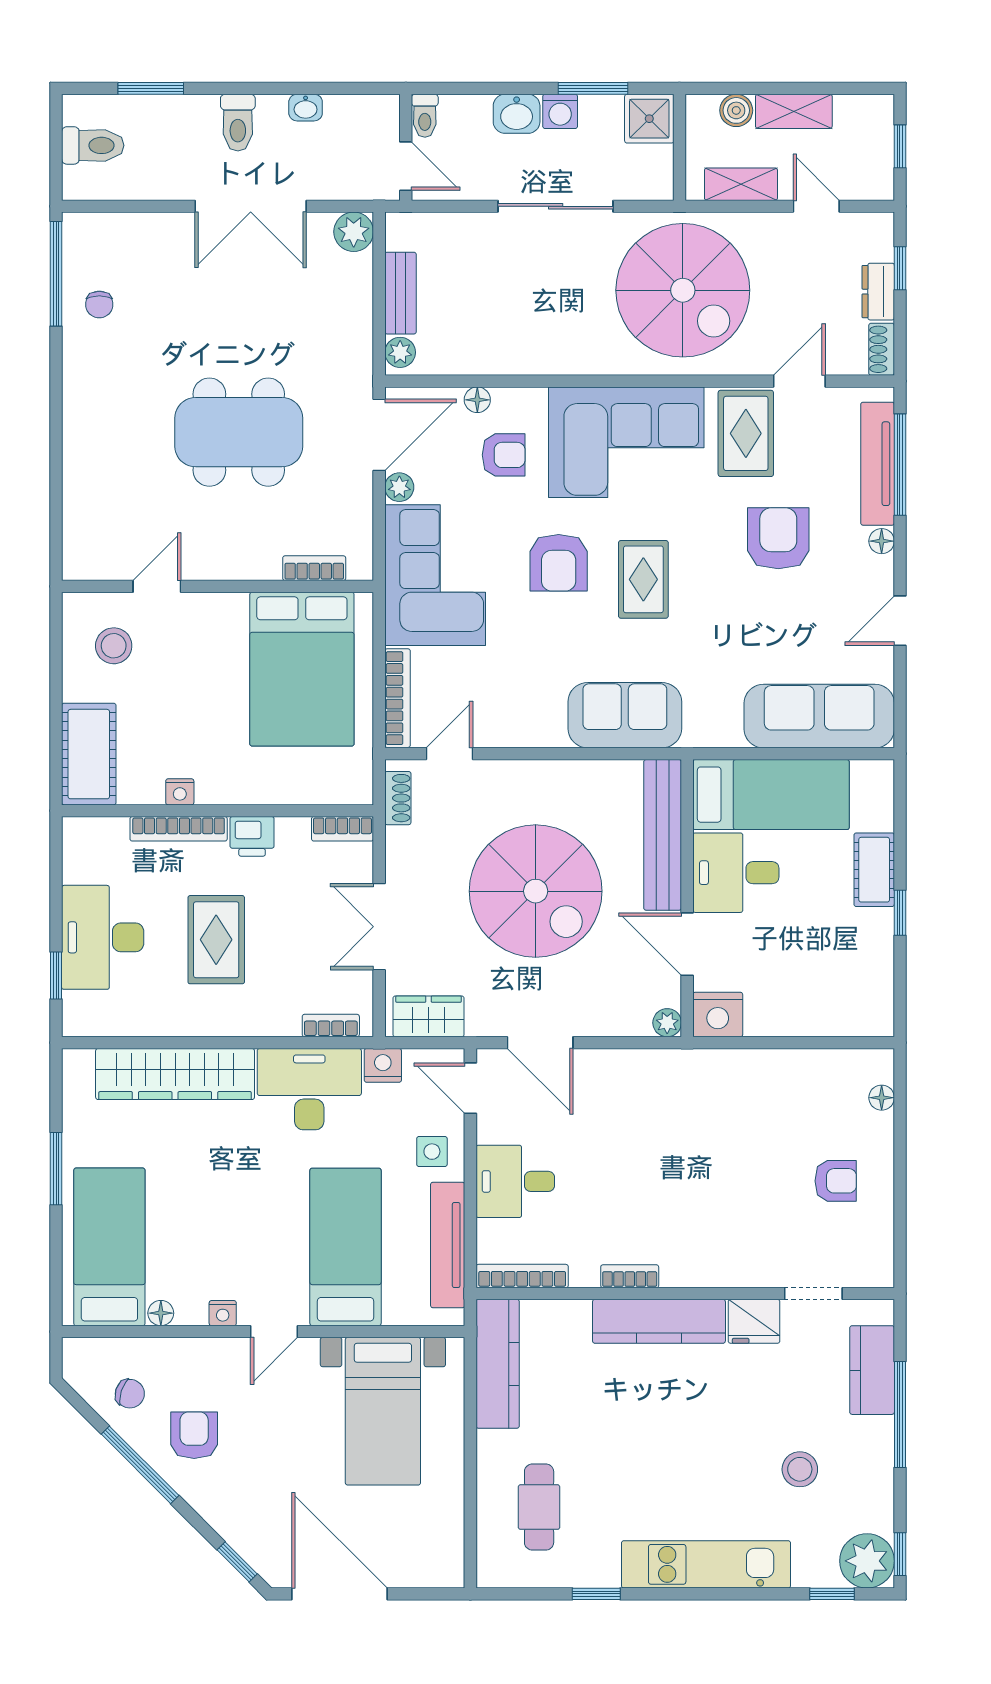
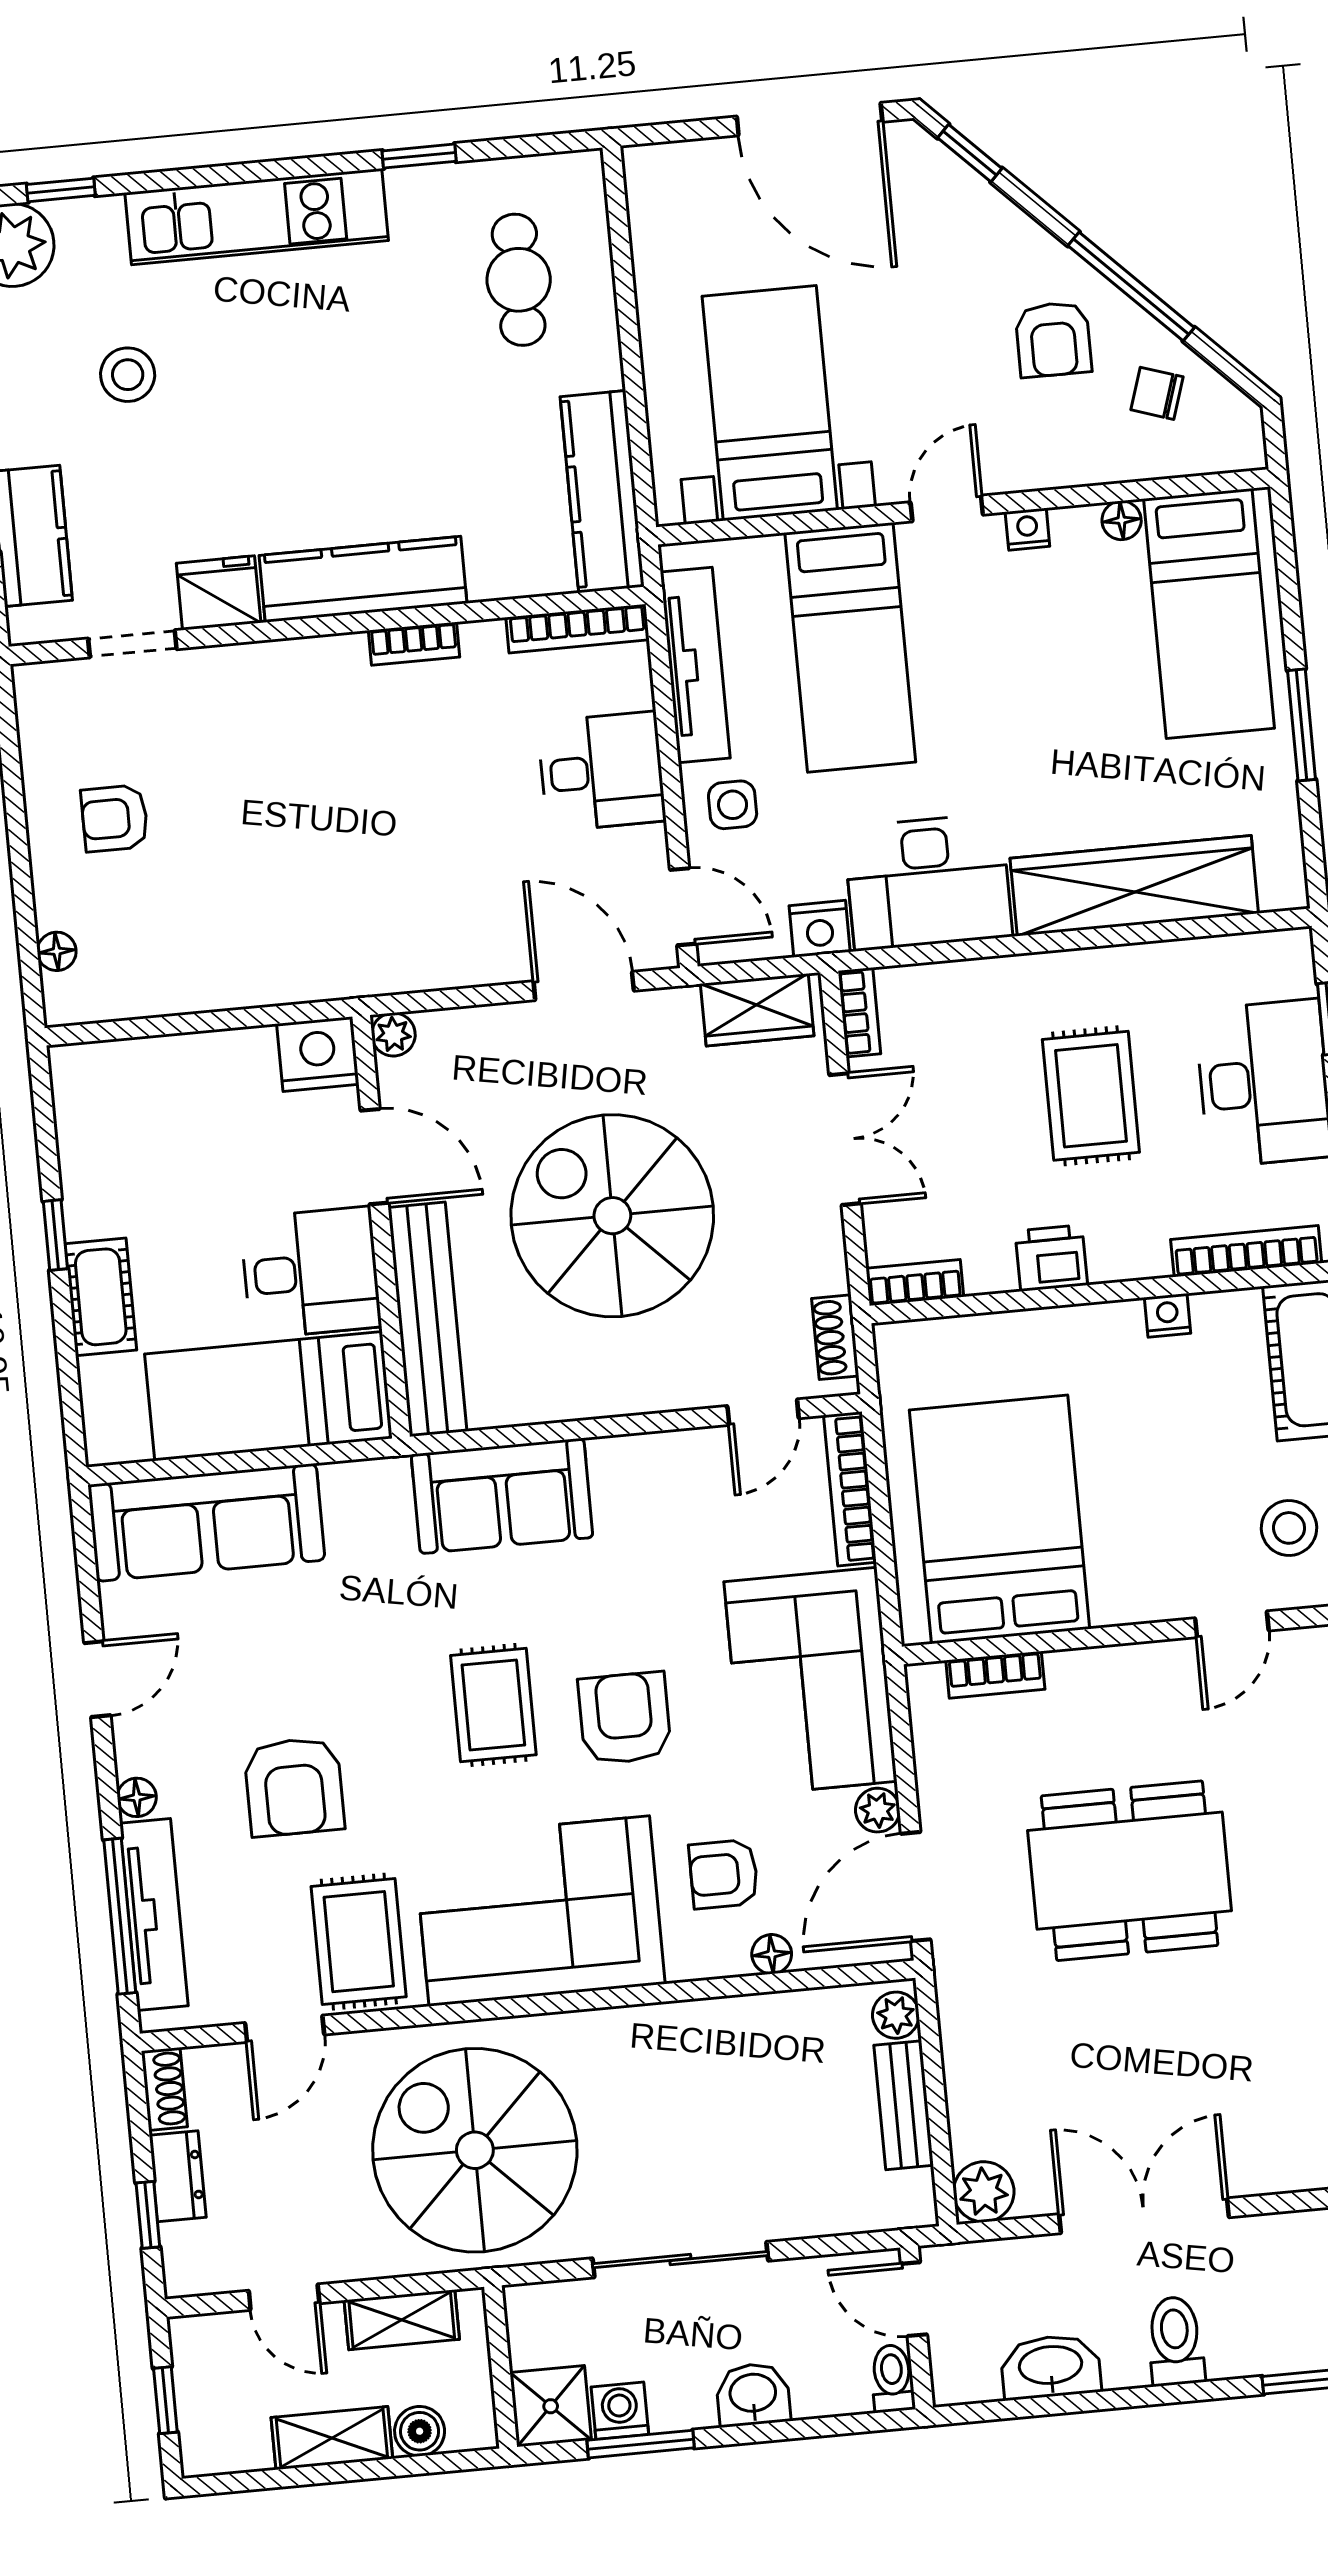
washbasin: (306, 108) -> (1051, 2367), width x1.91, depth x1.45
washing machine: (560, 111) -> (620, 2411), moved
bookcase: (179, 829) -> (1246, 1251), moved
bookcase: (331, 1026) -> (859, 1012), moved, turned -90

